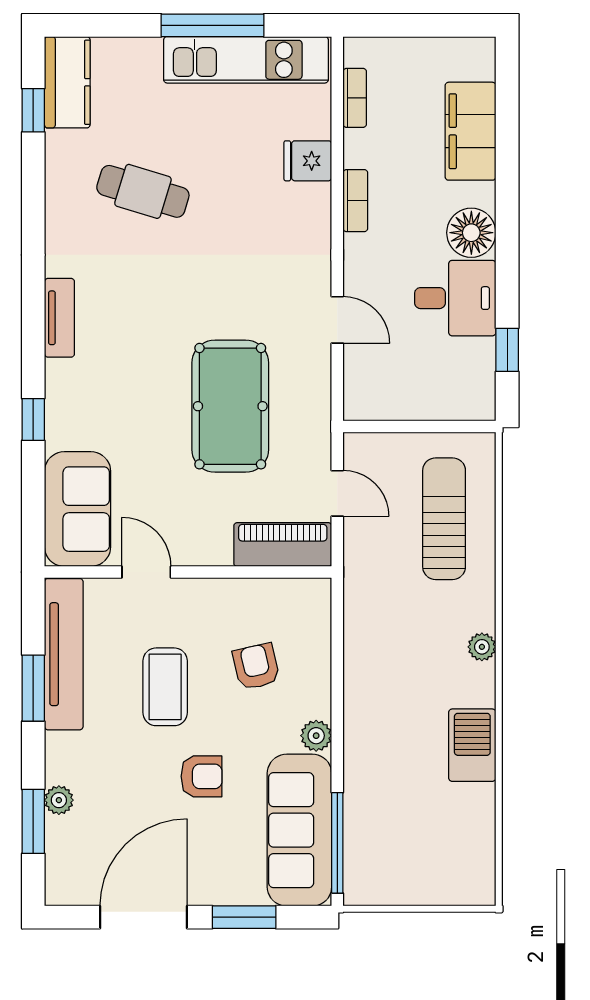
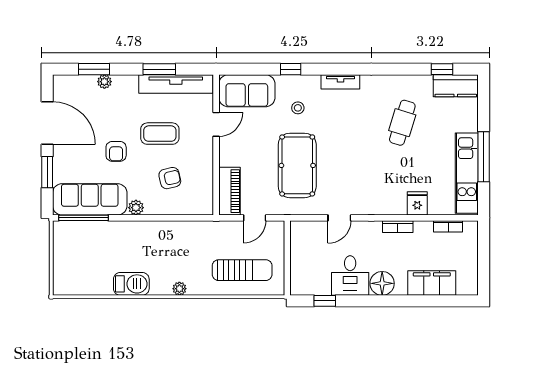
stool: (113, 405) -> (298, 108), added
pool table: (230, 406) -> (297, 165), turned 90

